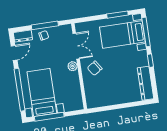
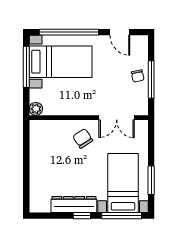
dresser: (23, 36) -> (141, 47), removed
plant: (73, 66) -> (36, 109), moved
dresser: (146, 83) -> (74, 204), moved

